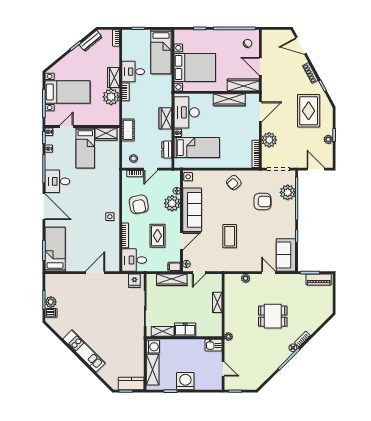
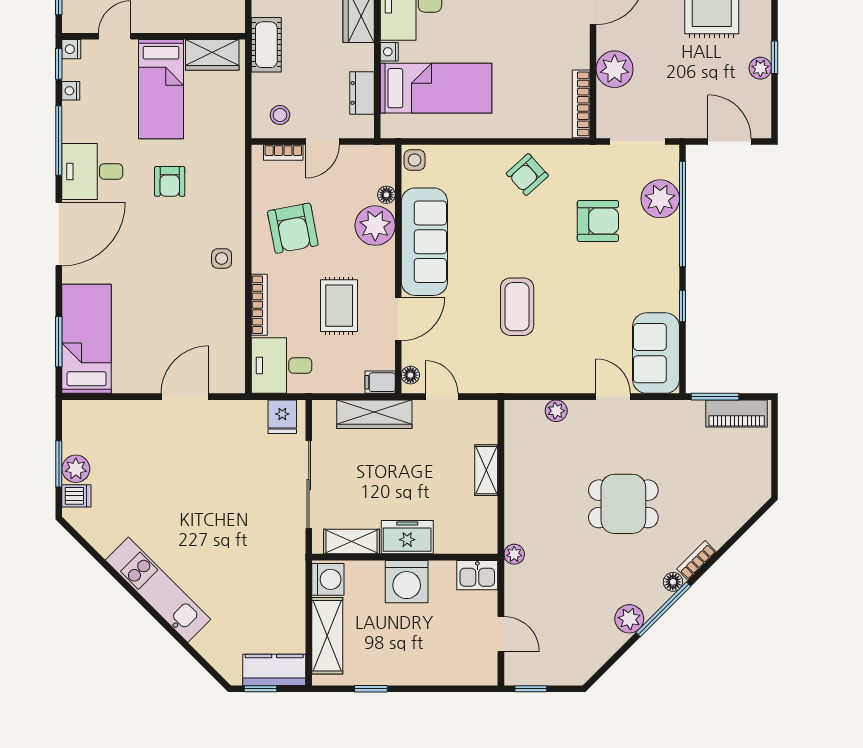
armchair: (89, 185) -> (170, 181), added
door: (44, 207) -> (59, 234), hinge flipped
door: (199, 273) -> (442, 397), swing flipped
plant: (275, 363) -> (629, 619), added
washing machine: (185, 381) -> (407, 582), moved, turned 180

